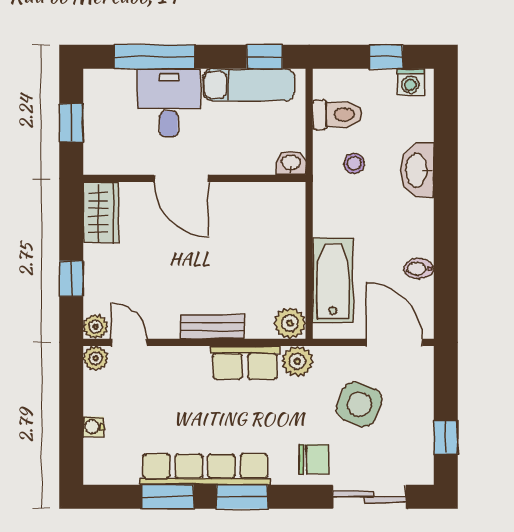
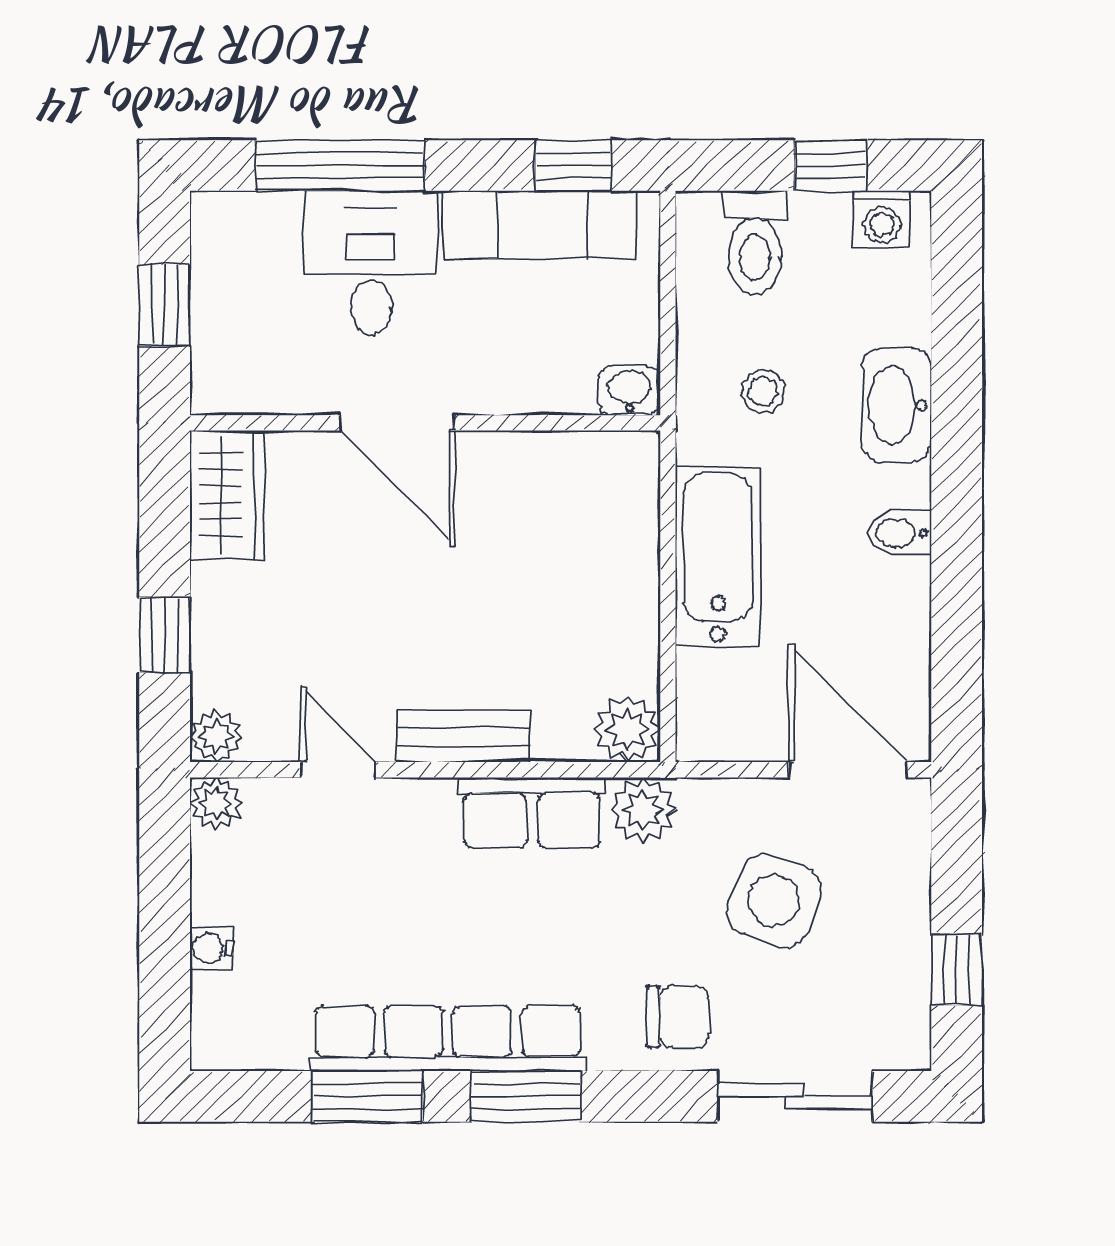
toilet: (337, 115) -> (755, 243), moved, turned 90
bidet: (419, 269) -> (900, 533), moved
bathtub: (333, 280) -> (718, 556), moved
door: (129, 342) -> (338, 770), moved

